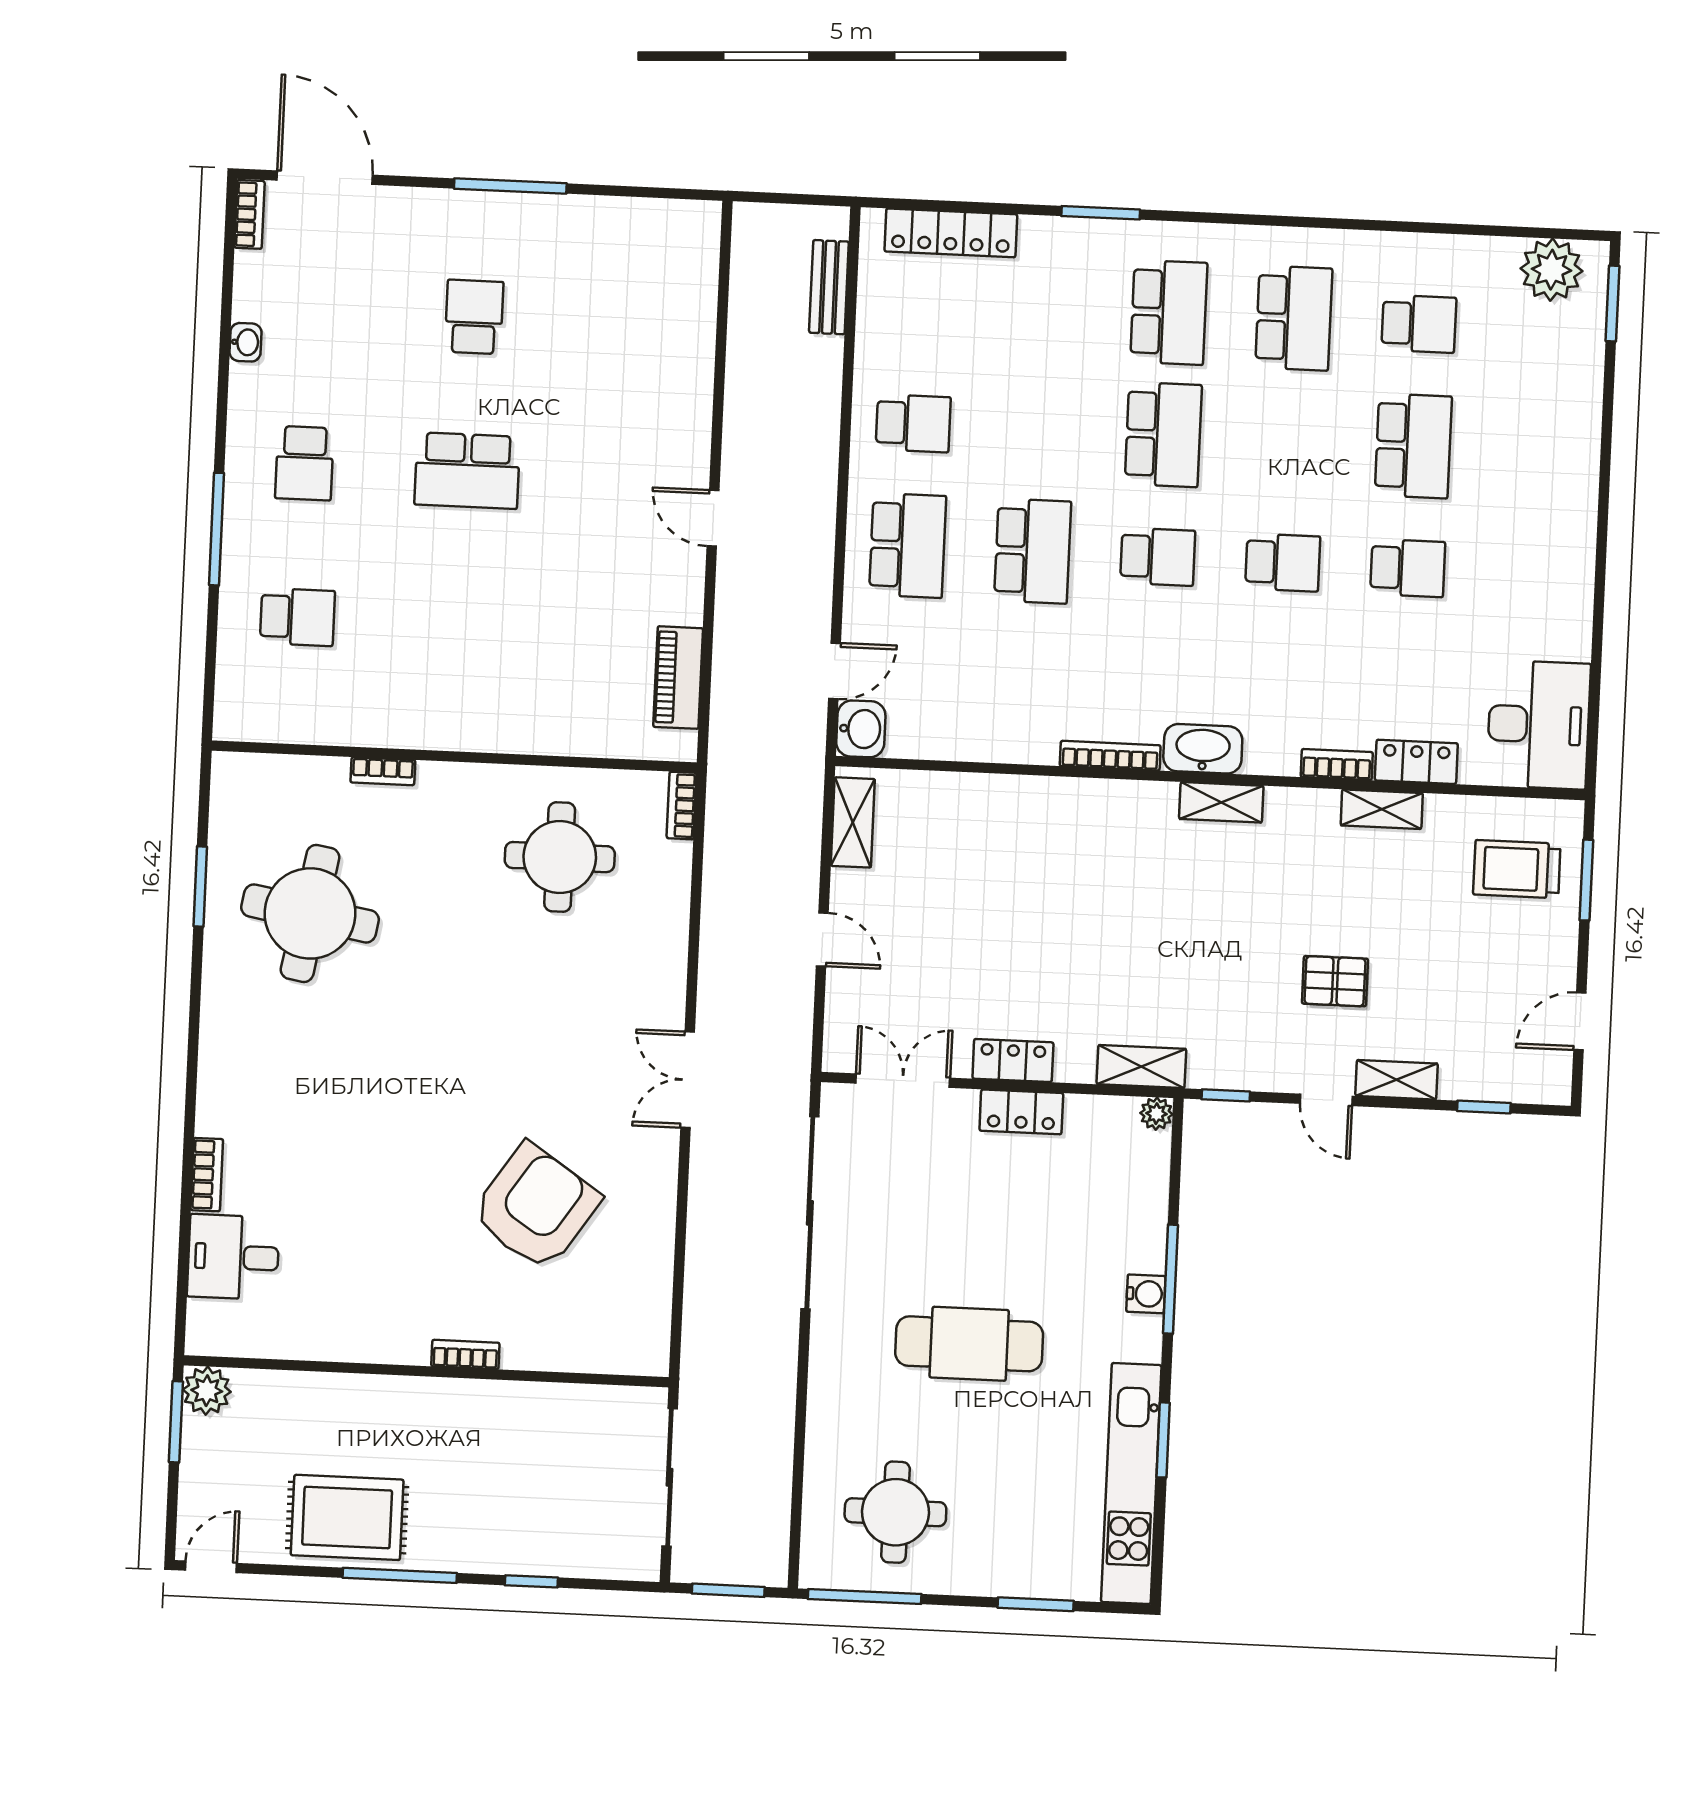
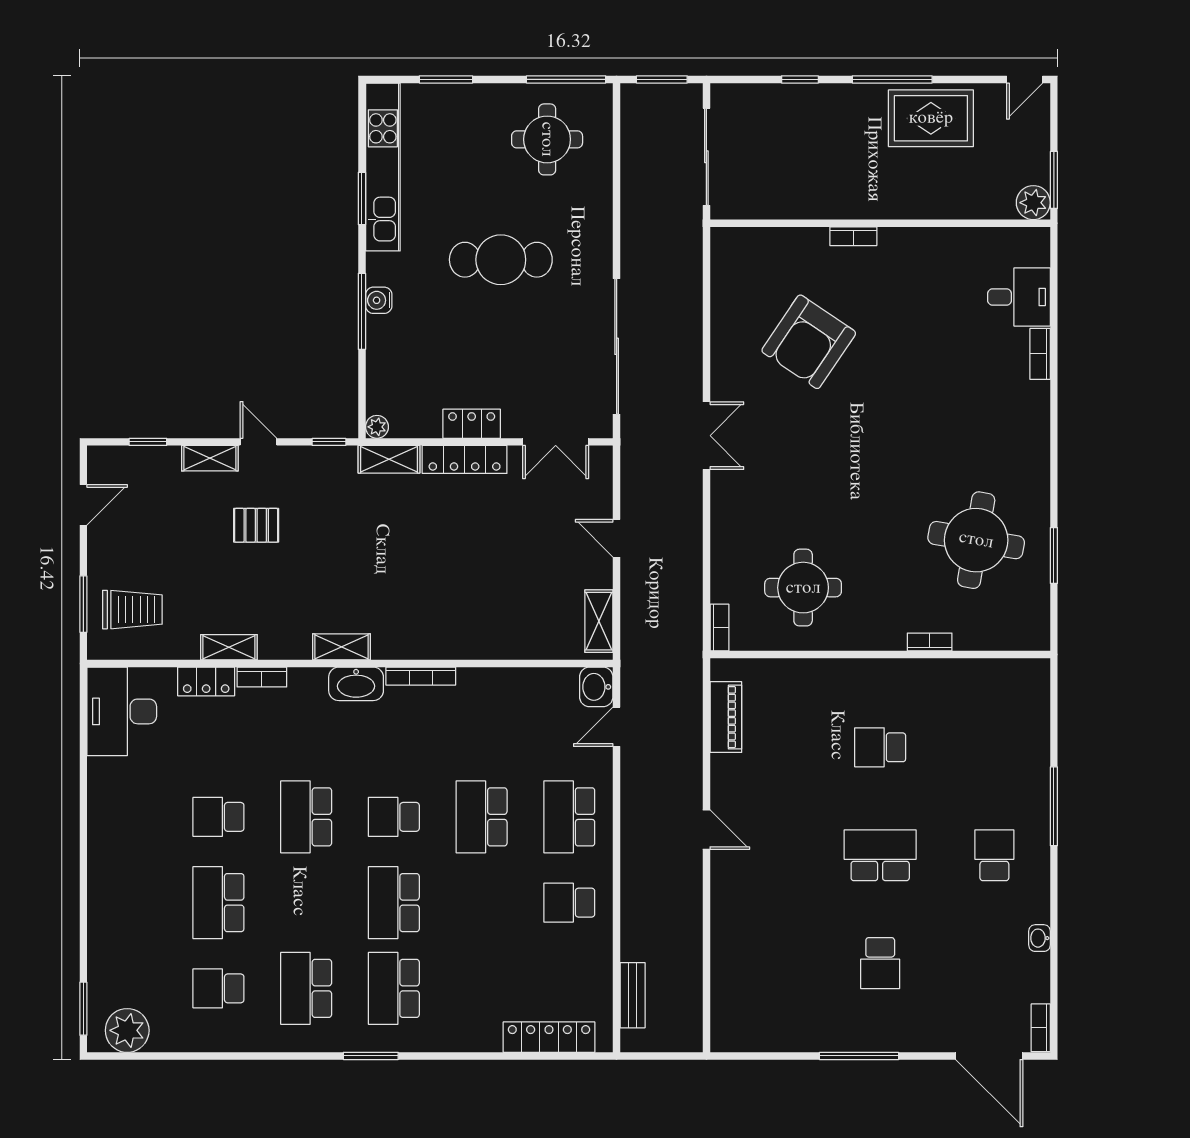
window: (1101, 213) -> (371, 1056), moved
school desk: (1283, 562) -> (306, 817), width x1.85
school desk: (297, 617) -> (880, 747), moved
locker: (1013, 1061) -> (465, 459), width x1.53

